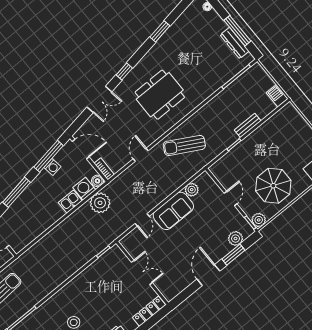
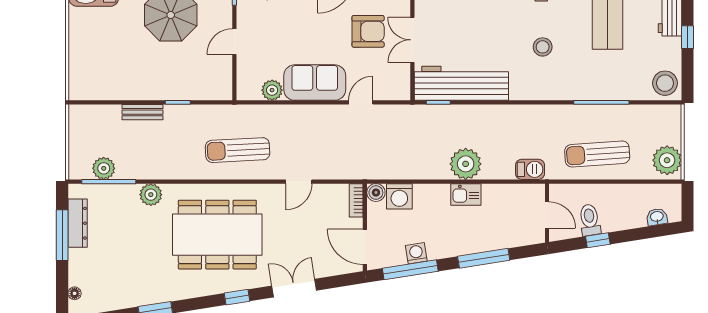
plant: (244, 81) -> (104, 168), added
plant: (210, 87) -> (151, 195), added
dining table: (160, 95) -> (217, 235), width x1.36, depth x1.24
barbecue: (277, 96) -> (530, 169), moved, turned -90
sun lounger: (184, 145) -> (238, 150), turned 148
kitchen sink: (70, 202) -> (466, 194), moved
plant: (100, 203) -> (466, 164), moved
armchair: (168, 259) -> (368, 31), added
workbench: (99, 271) -> (461, 83), added

